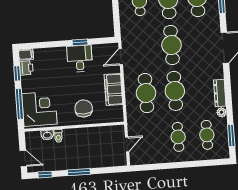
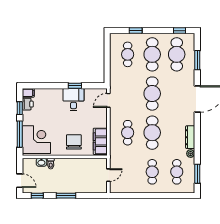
filing cabinet: (113, 89) -> (100, 141), moved
cafe table: (146, 93) -> (128, 133), width x0.73, depth x0.74

